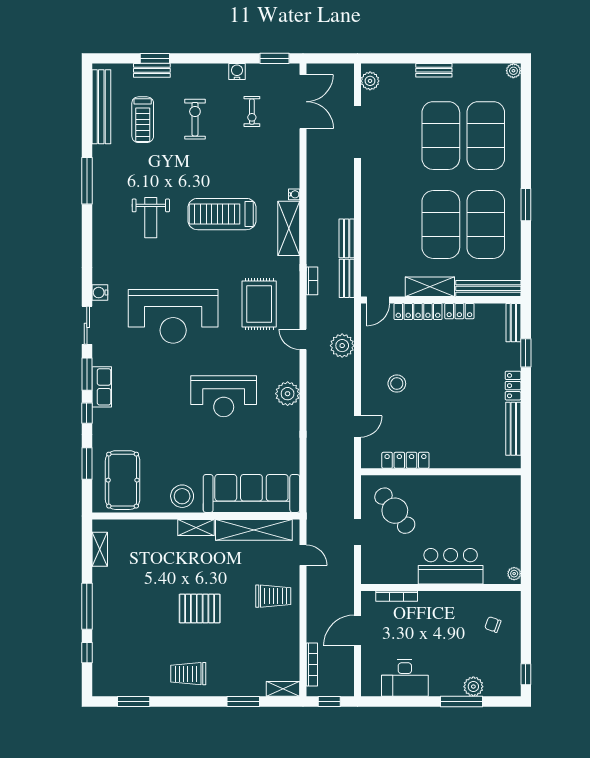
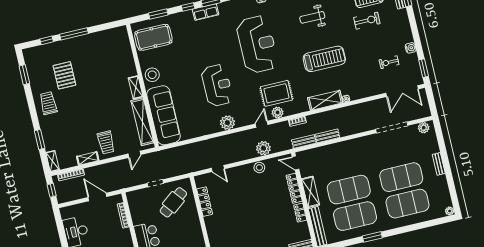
exercise bike: (195, 119) -> (367, 21), moved
treadmill: (222, 214) -> (324, 59), turned 90
plant: (290, 309) -> (278, 112), added
reception desk: (173, 316) -> (257, 44), turned 180
stool: (397, 384) -> (259, 167), moved
reception desk: (224, 396) -> (217, 85), turned 180
shelving: (100, 549) -> (88, 158), moved
pallet: (200, 609) -> (64, 75), moved

